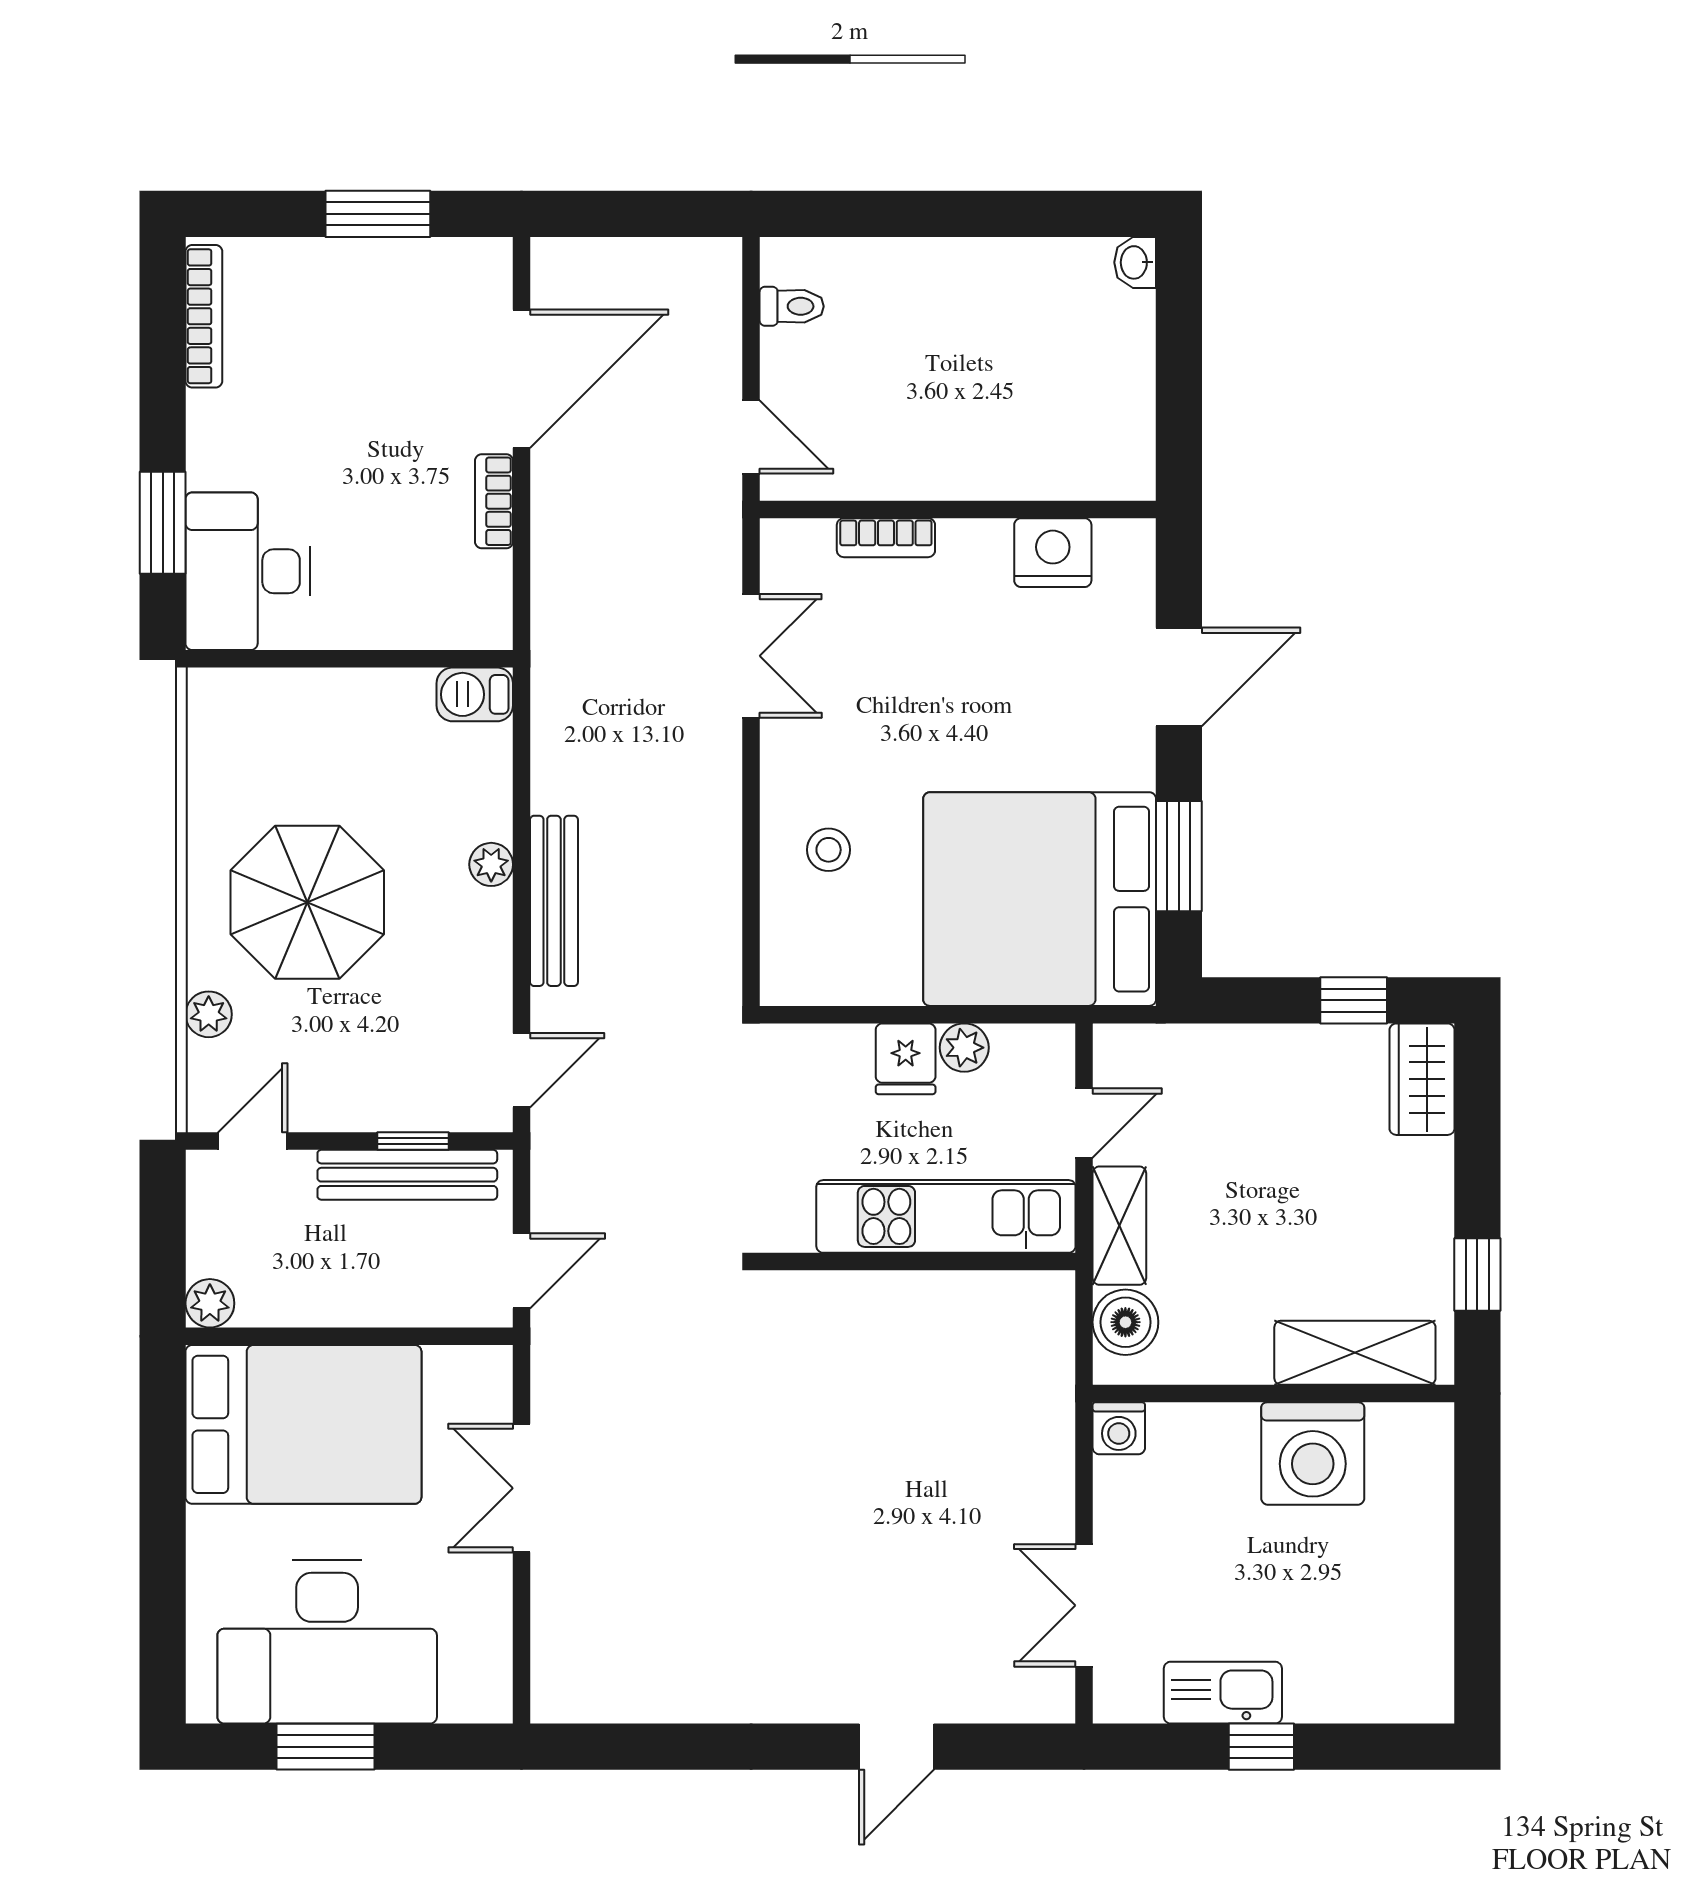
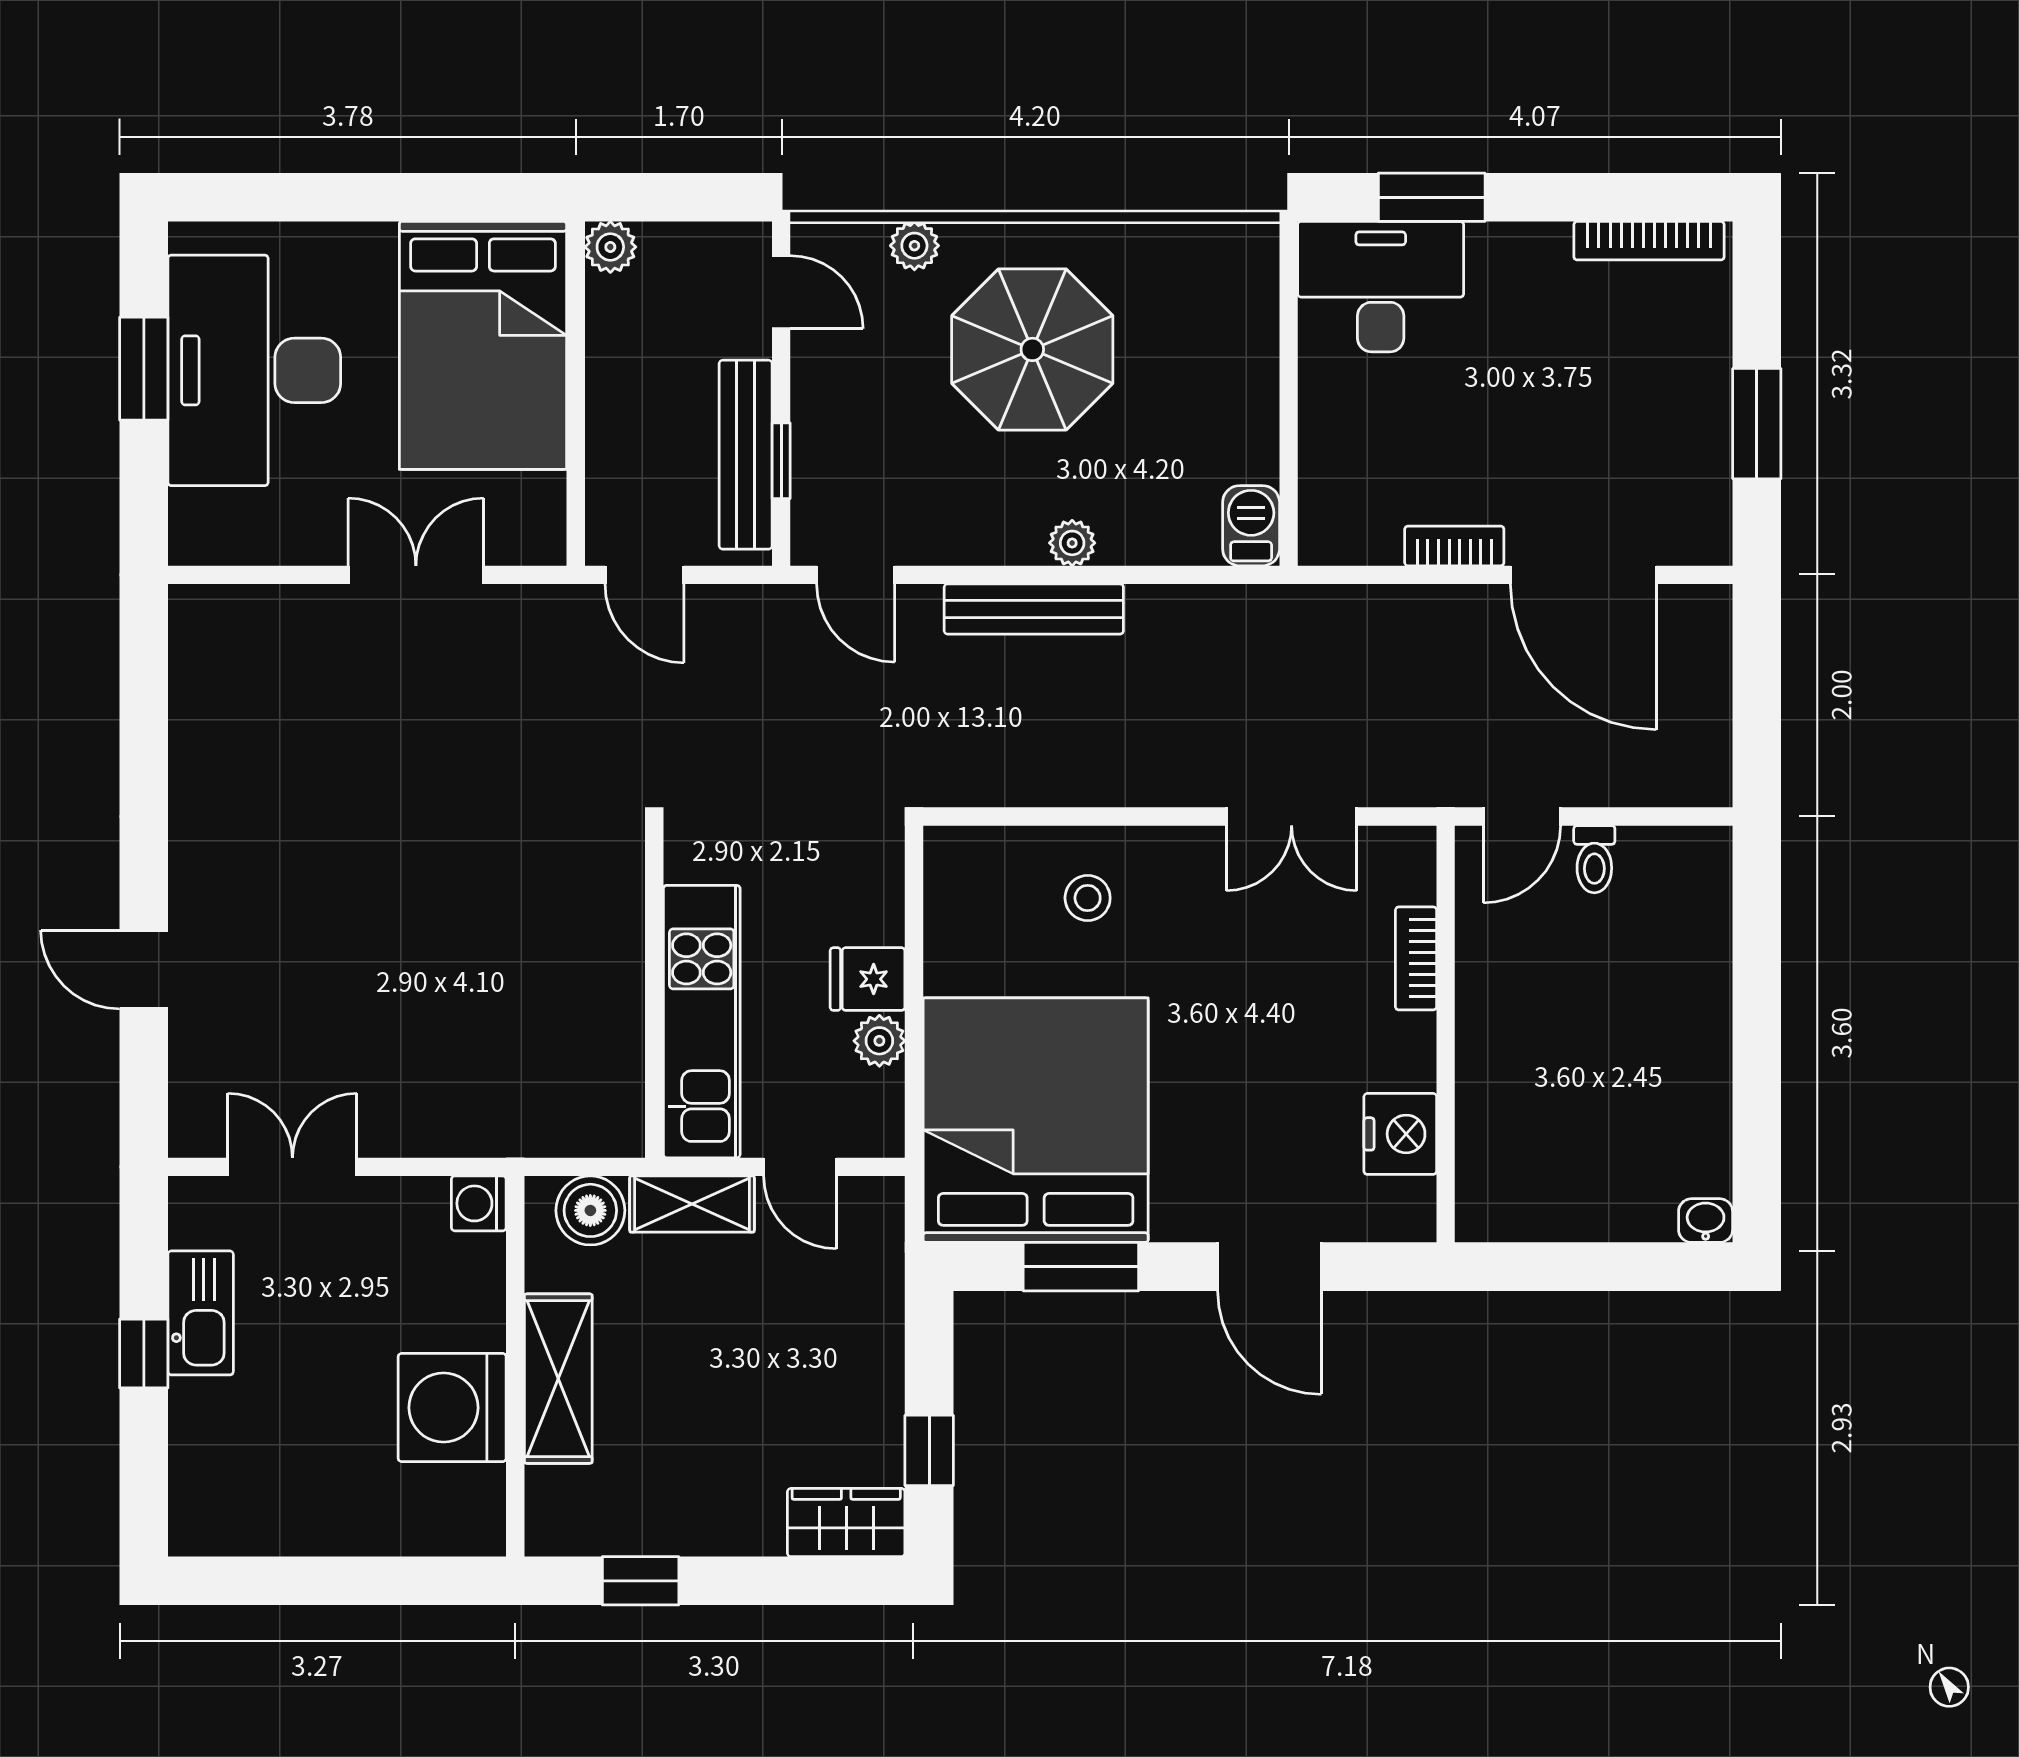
toilet: (792, 306) -> (1594, 859), moved
shelving: (1355, 1353) -> (558, 1379), moved

